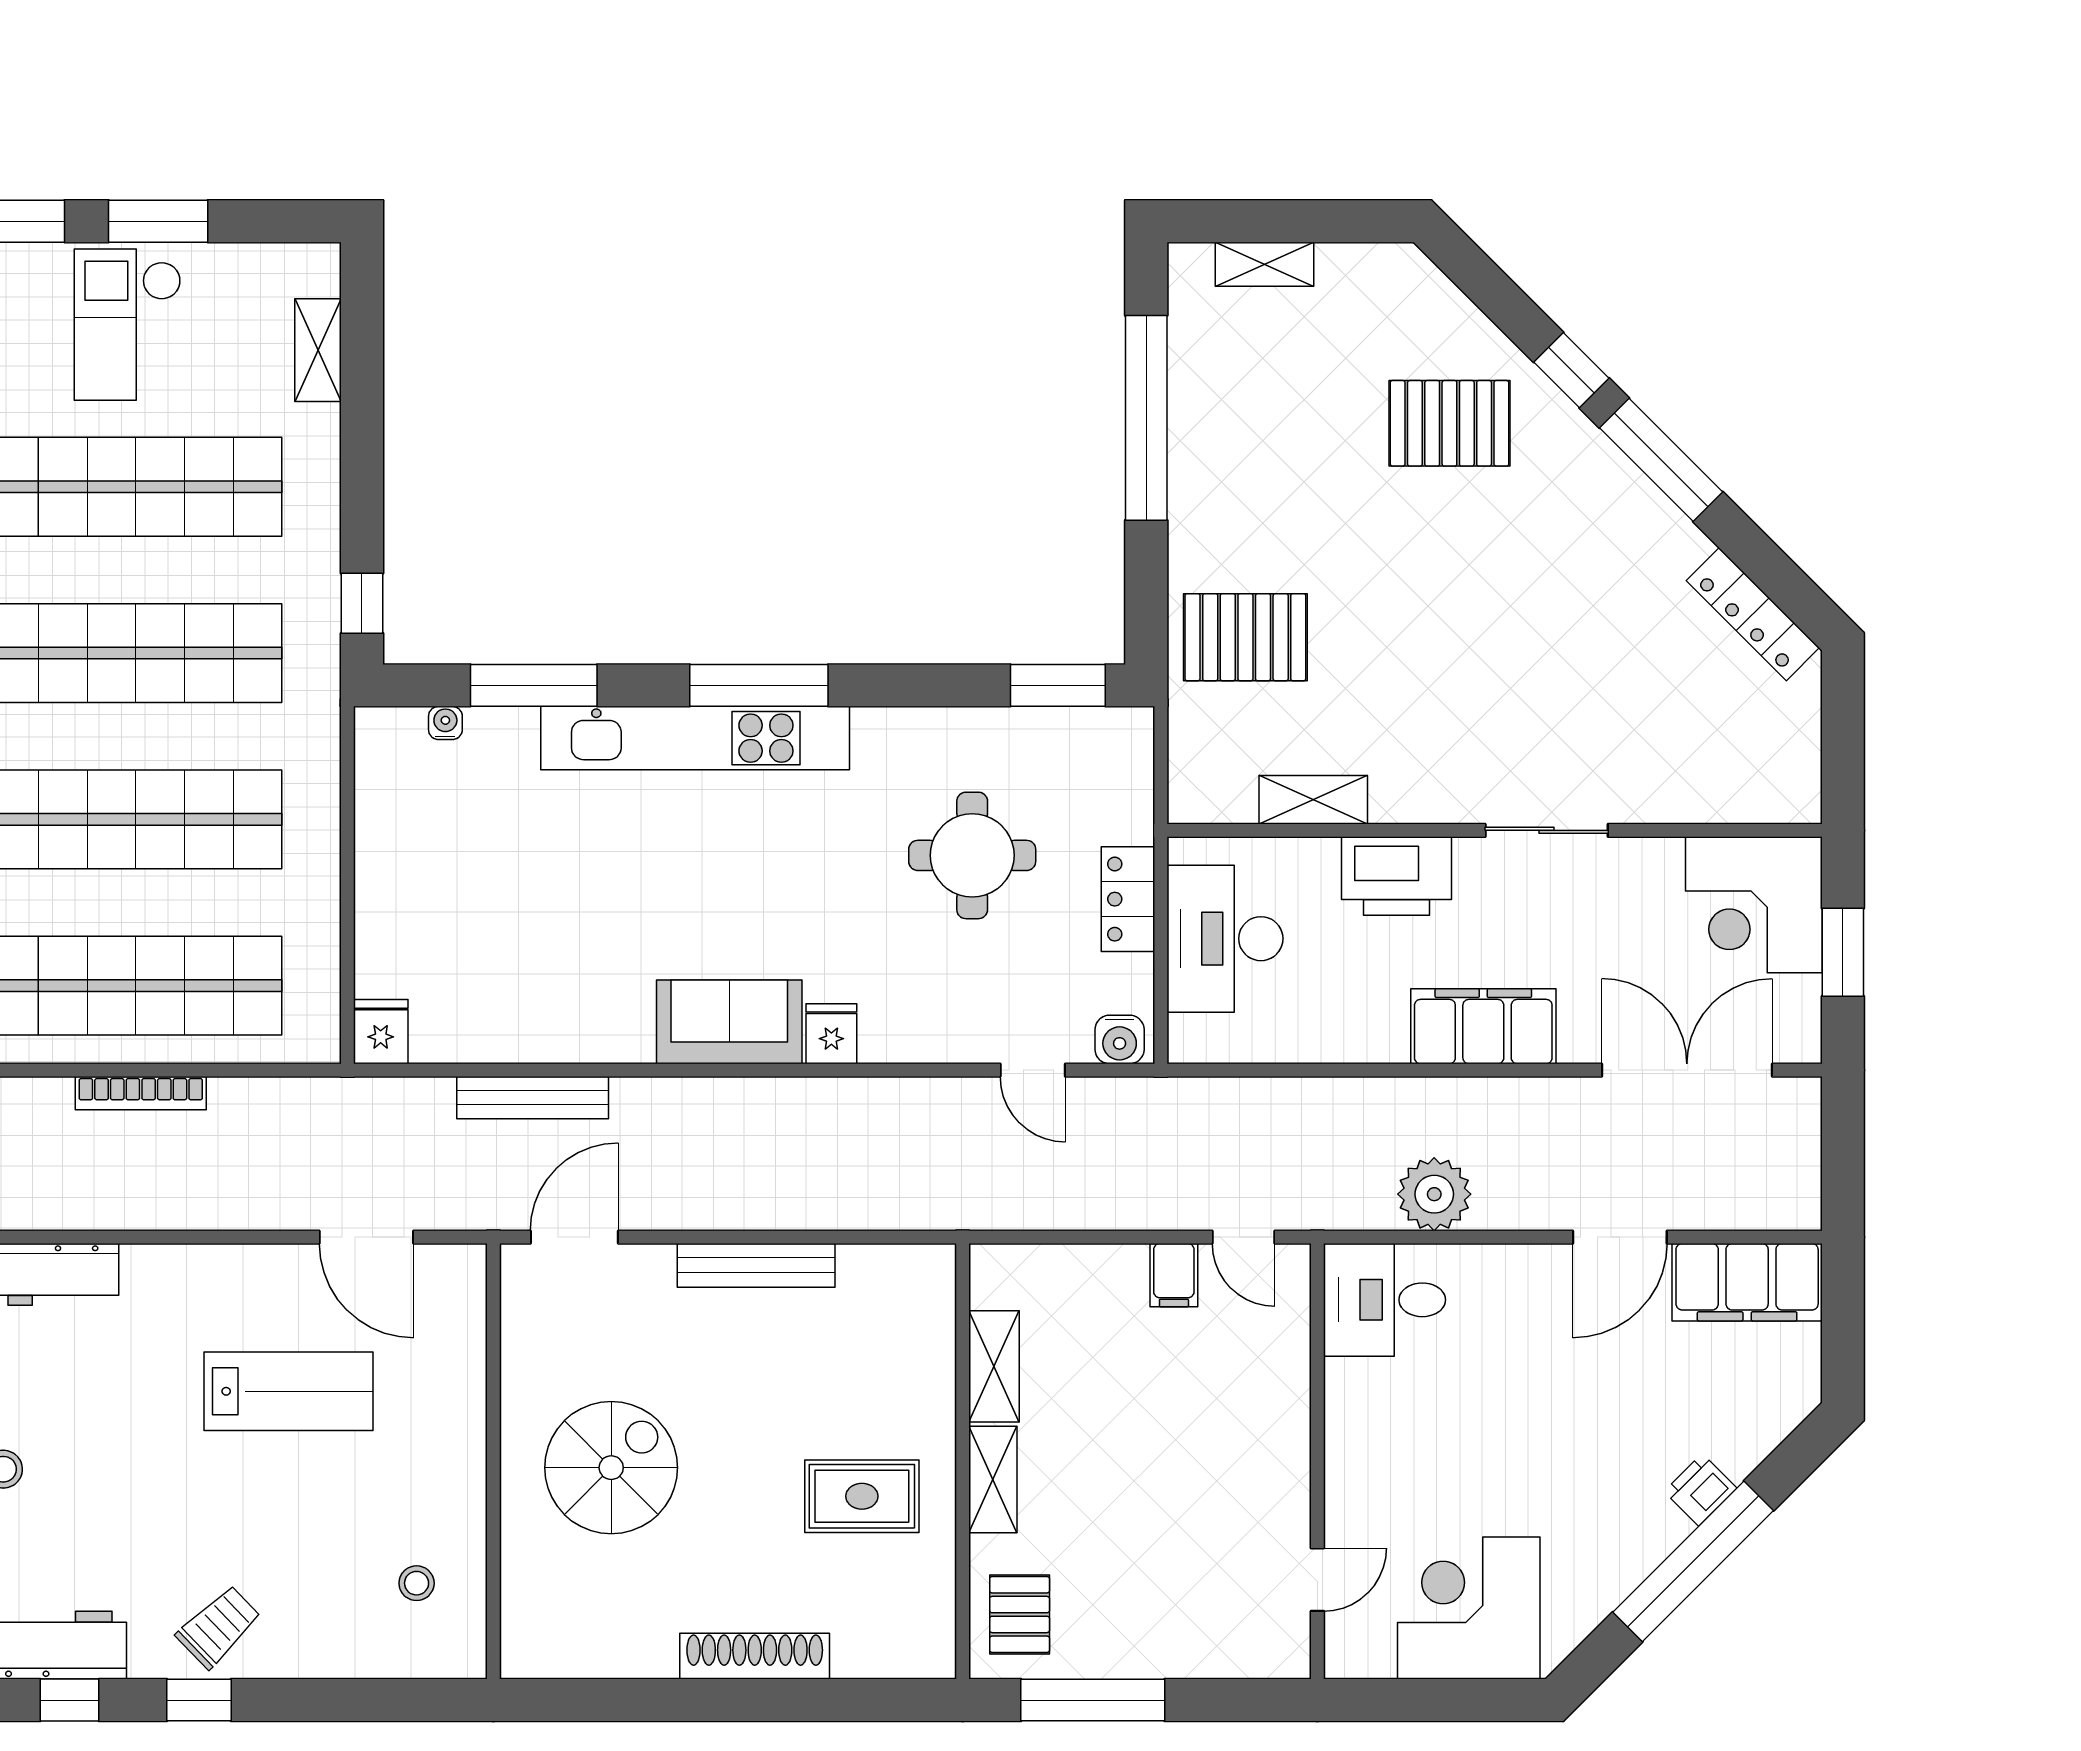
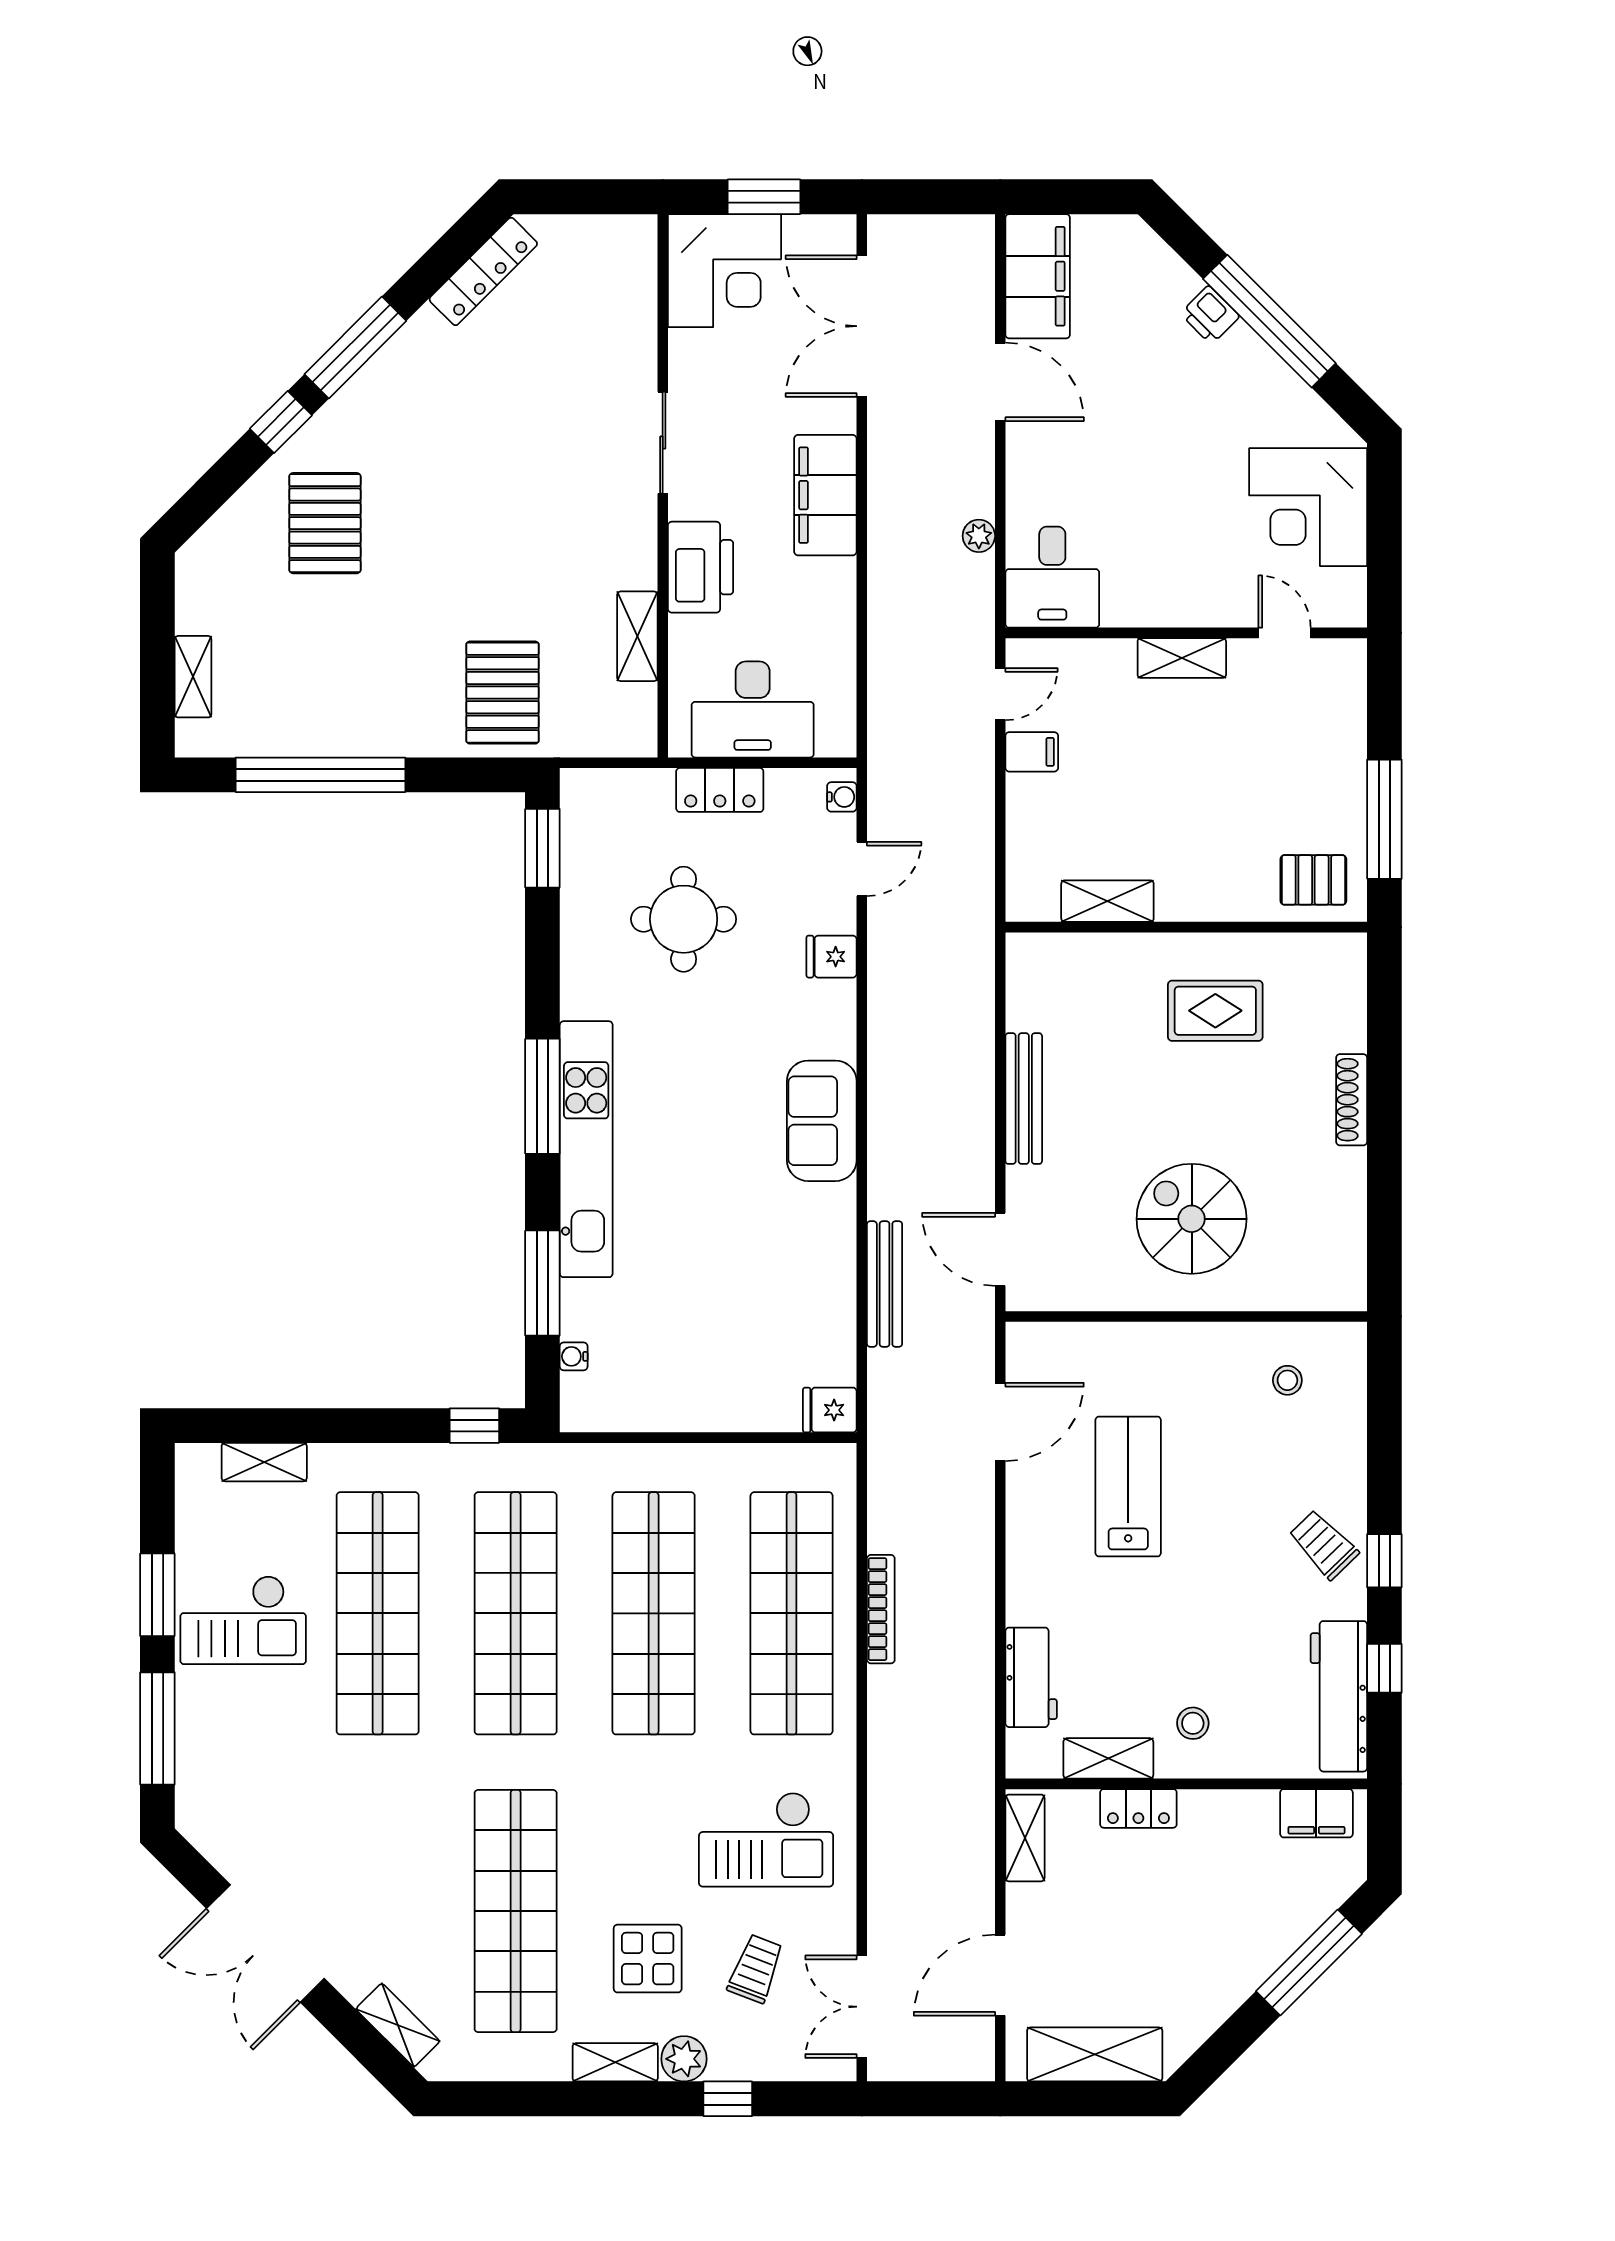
fridge: (831, 1034) -> (832, 957), moved
water cooler: (1120, 1039) -> (842, 797), width x0.72, depth x0.72
plant: (1434, 1194) -> (979, 536), width x0.53, depth x0.53
shelving: (993, 1480) -> (1182, 658), moved
rug: (862, 1496) -> (1215, 1011), turned 90
shoe rack: (755, 1656) -> (1352, 1100), width x0.74, depth x0.81

